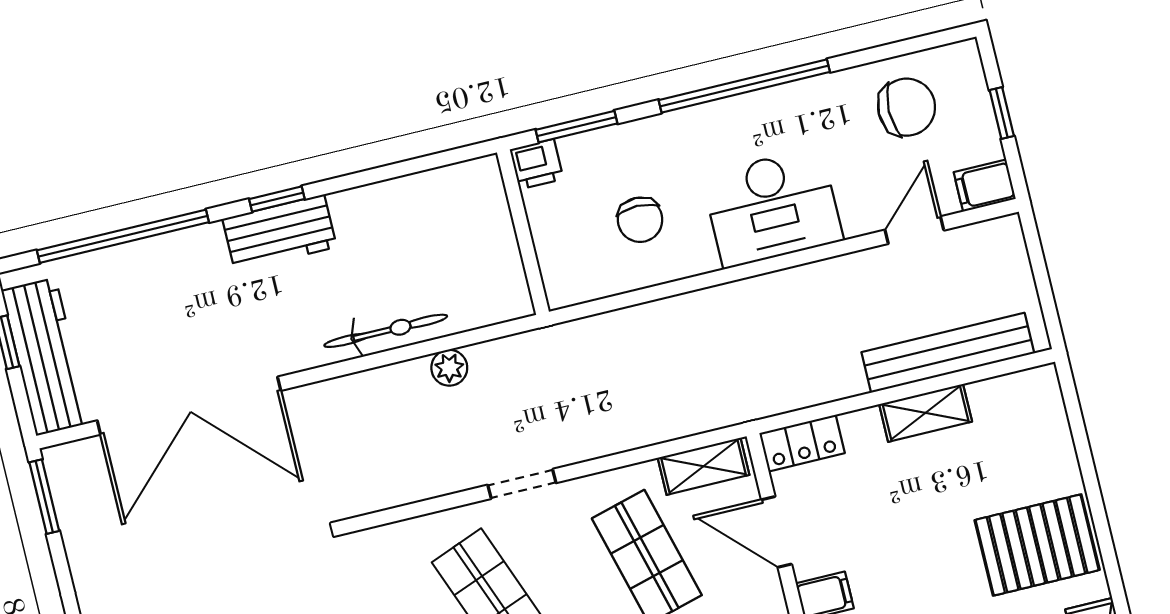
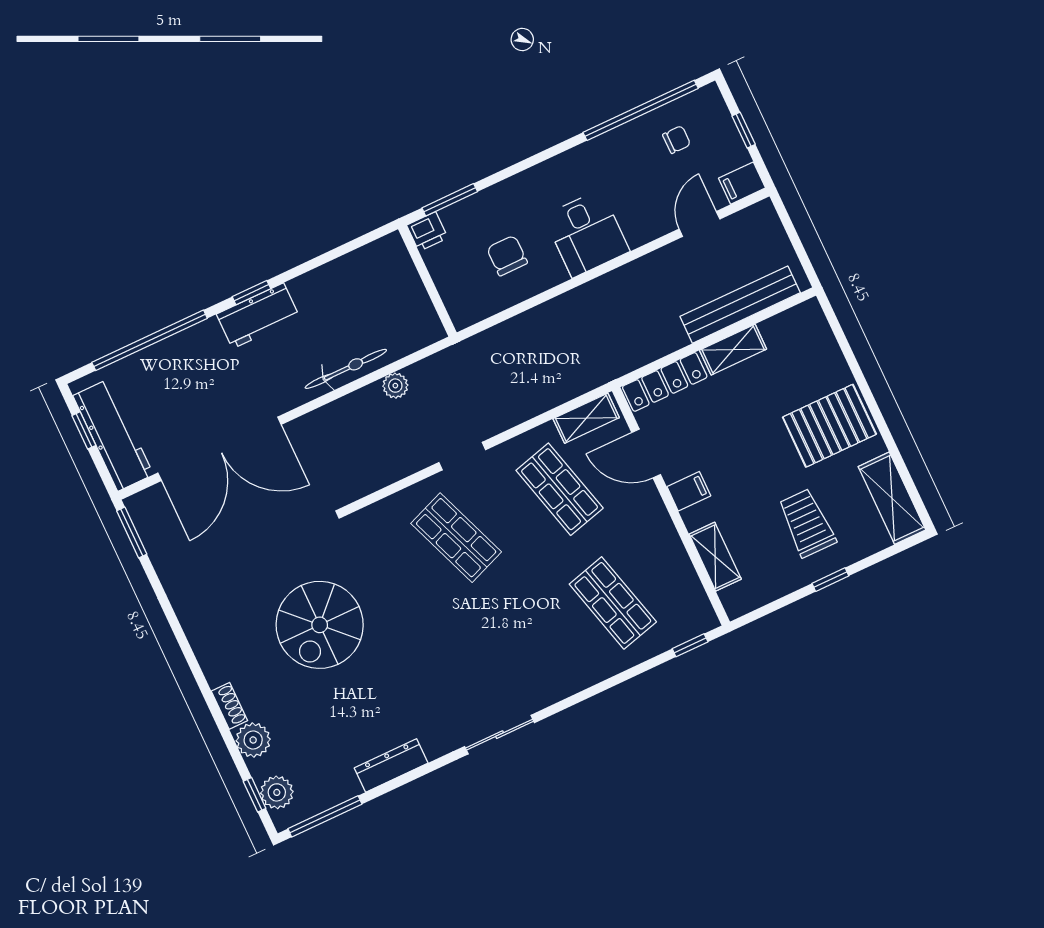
window: (744, 86) -> (641, 110), moved
chair: (907, 107) -> (677, 140), width x0.54, depth x0.54
desk: (772, 208) -> (587, 234), width x0.73
chair: (640, 220) -> (507, 256), turned 180
locker: (802, 443) -> (665, 382), width x1.53

